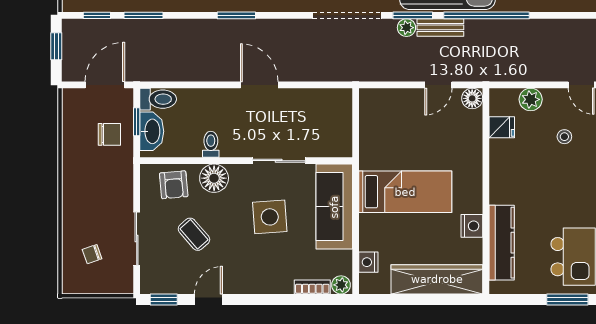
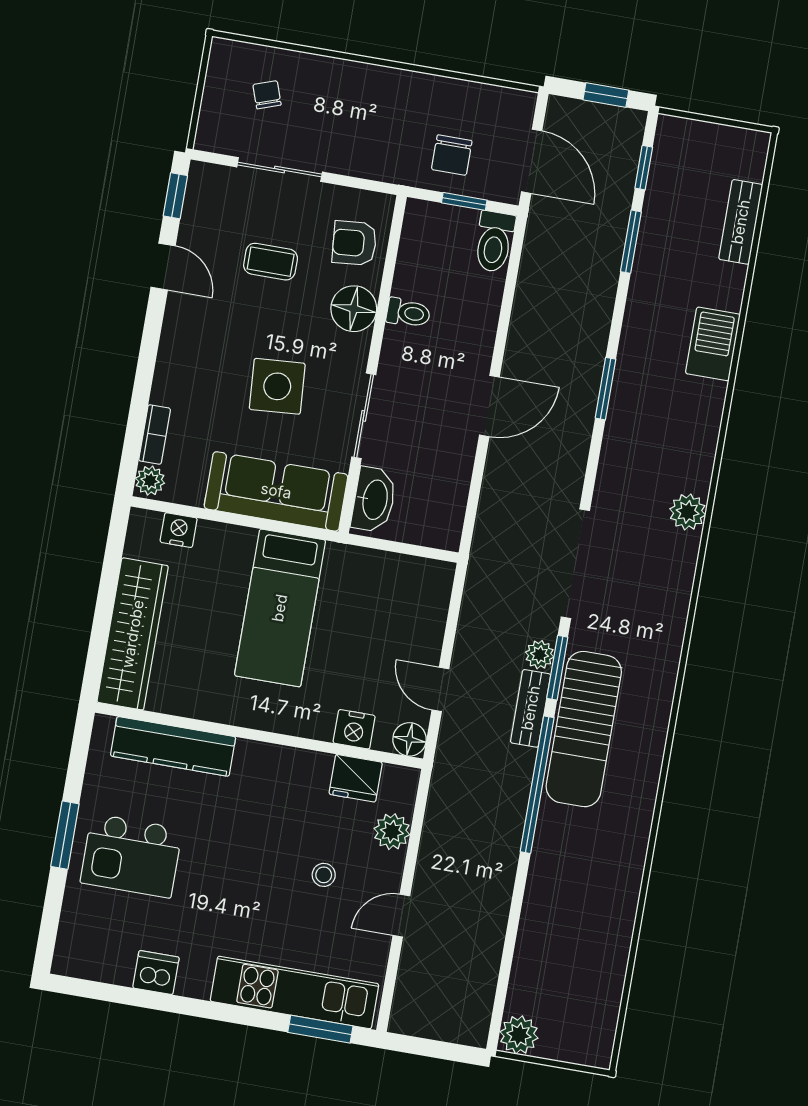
fridge: (502, 127) -> (356, 778), width x1.38
washbasin: (152, 131) -> (374, 500), moved, turned -90
nightstand: (472, 226) -> (354, 729), moved
coffee table: (194, 234) -> (271, 262), turned 41

